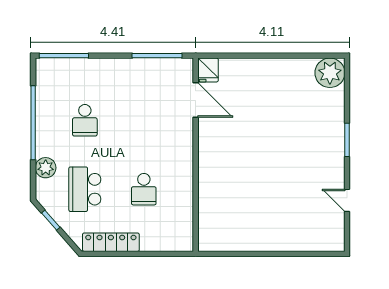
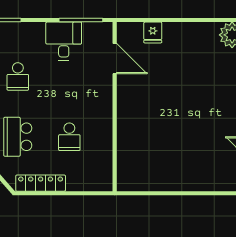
fridge: (208, 70) -> (153, 32), moved
desk: (137, 80) -> (64, 41), added

